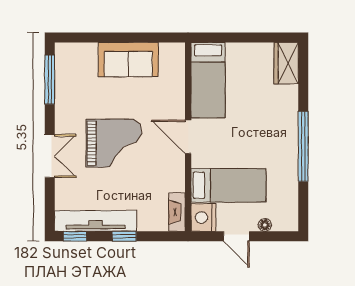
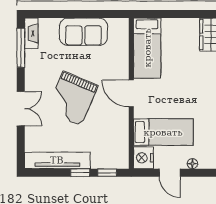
grand piano: (114, 143) -> (72, 98), turned 113
fireplace: (177, 212) -> (31, 33), moved, turned 180
window: (75, 236) -> (107, 173), moved

